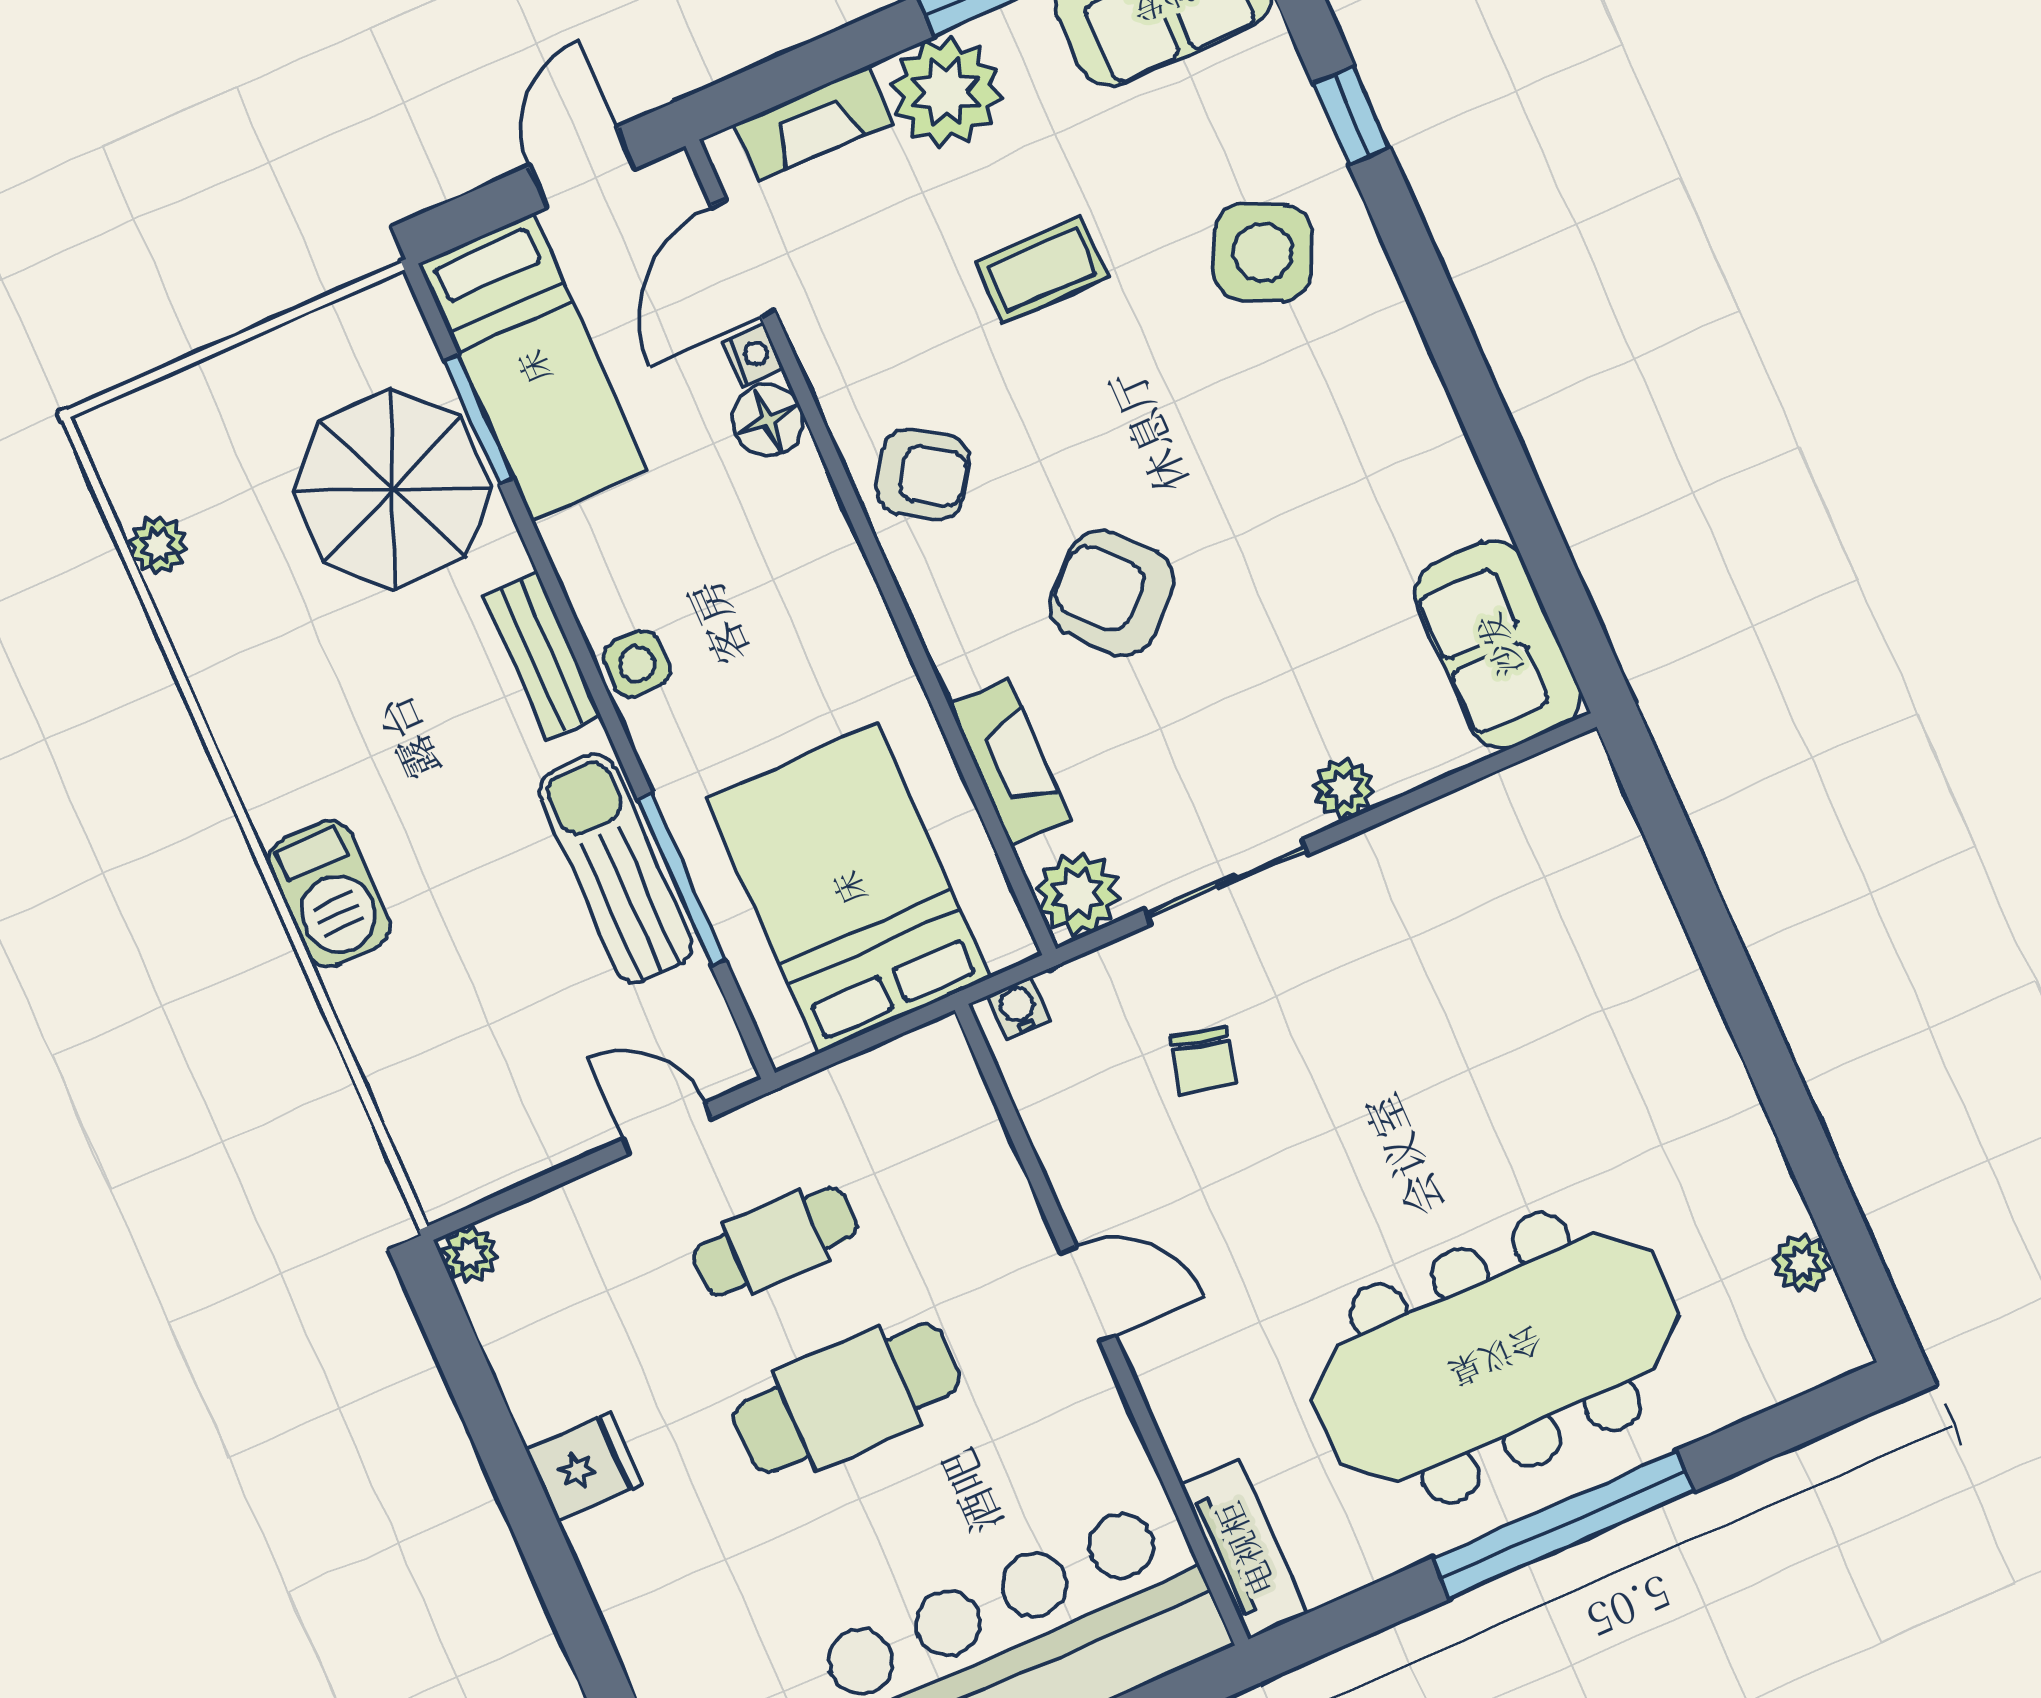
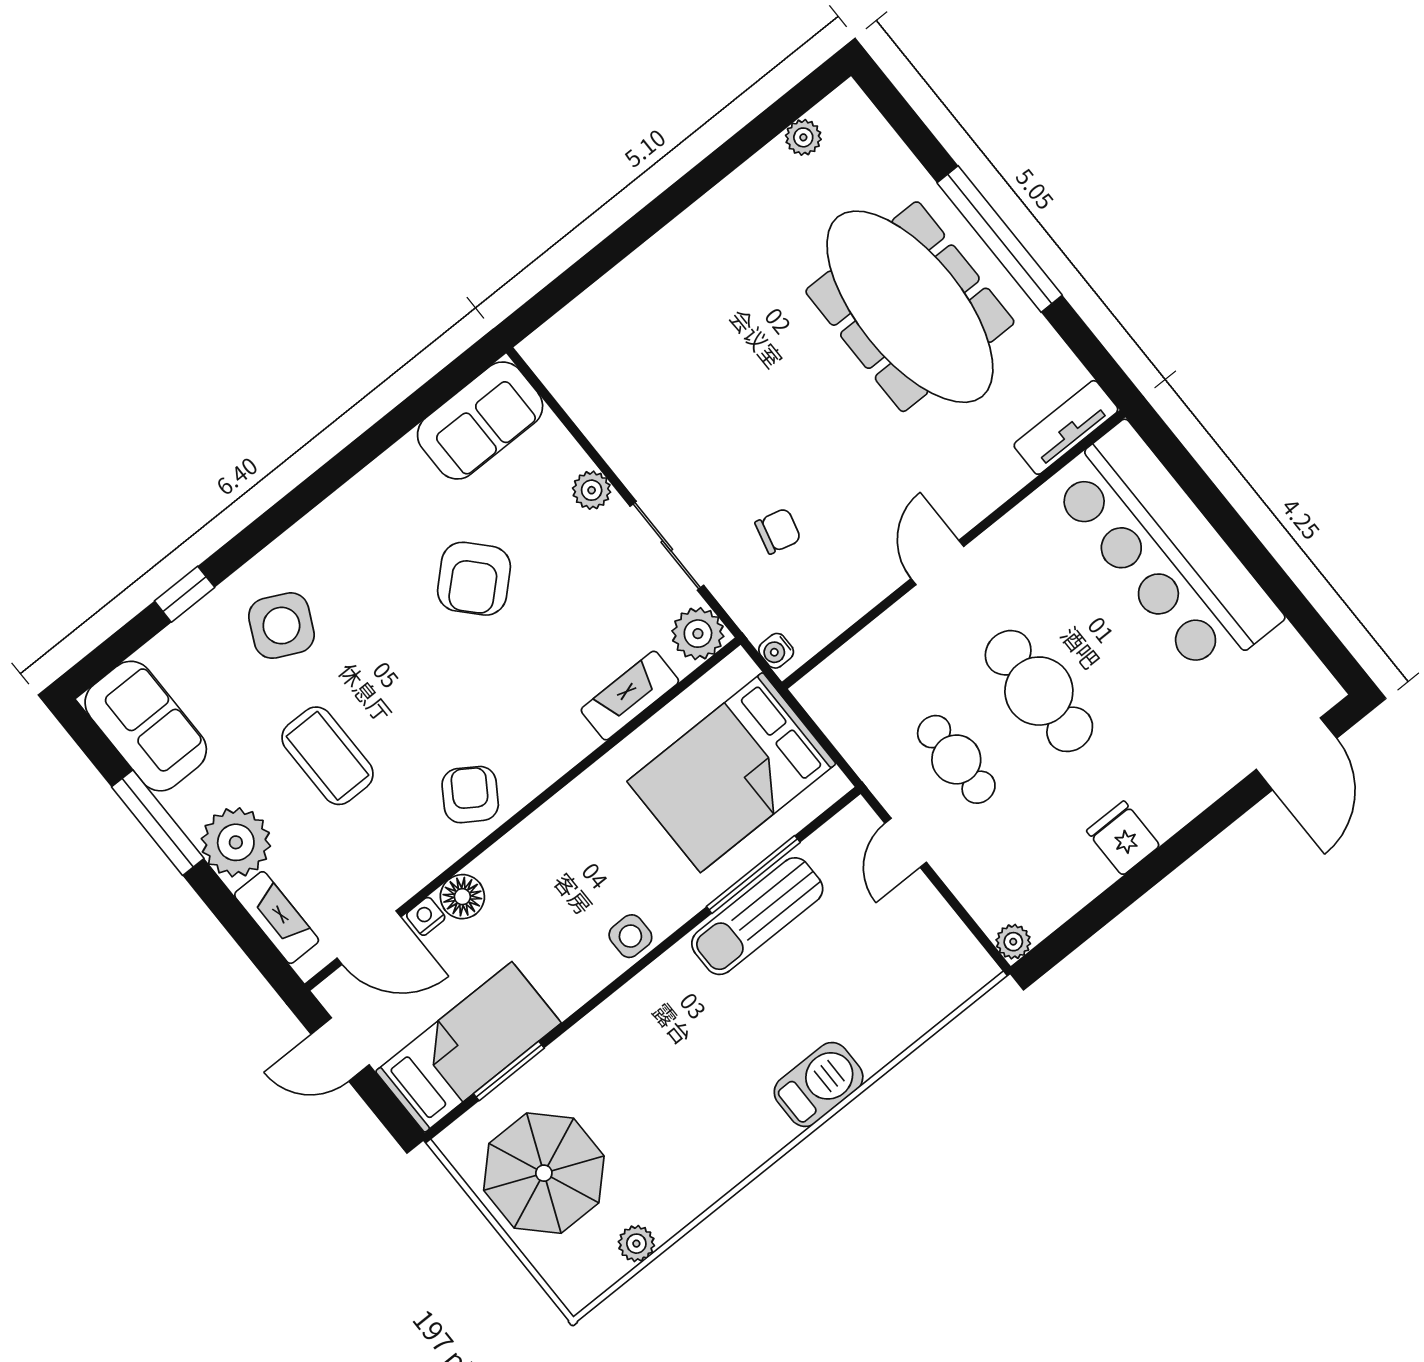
coffee table: (1042, 270) -> (327, 756), width x1.36, depth x1.30
parasol: (392, 489) -> (544, 1173), moved
armchair: (1112, 593) -> (474, 579), moved
bench: (542, 655) -> (641, 995), removed

